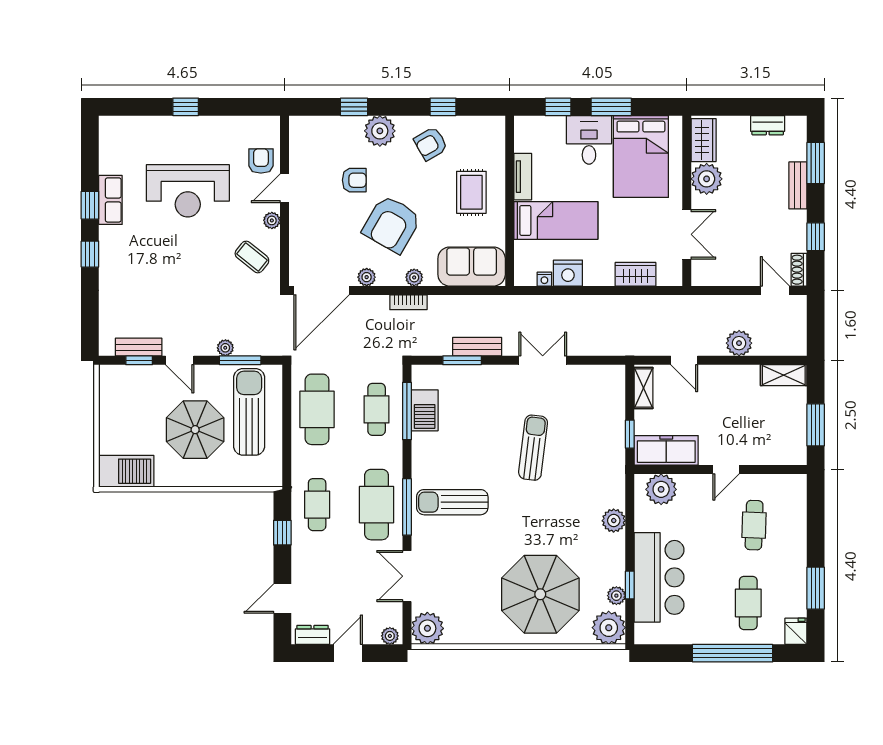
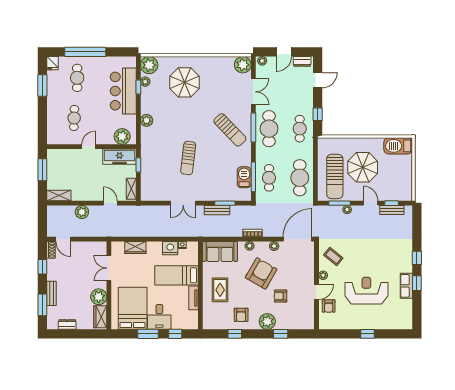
armchair: (431, 144) -> (241, 315), turned 120
sun lounger: (452, 502) -> (230, 130), turned 46
parasol: (540, 594) -> (184, 82), width x0.73, depth x0.73

